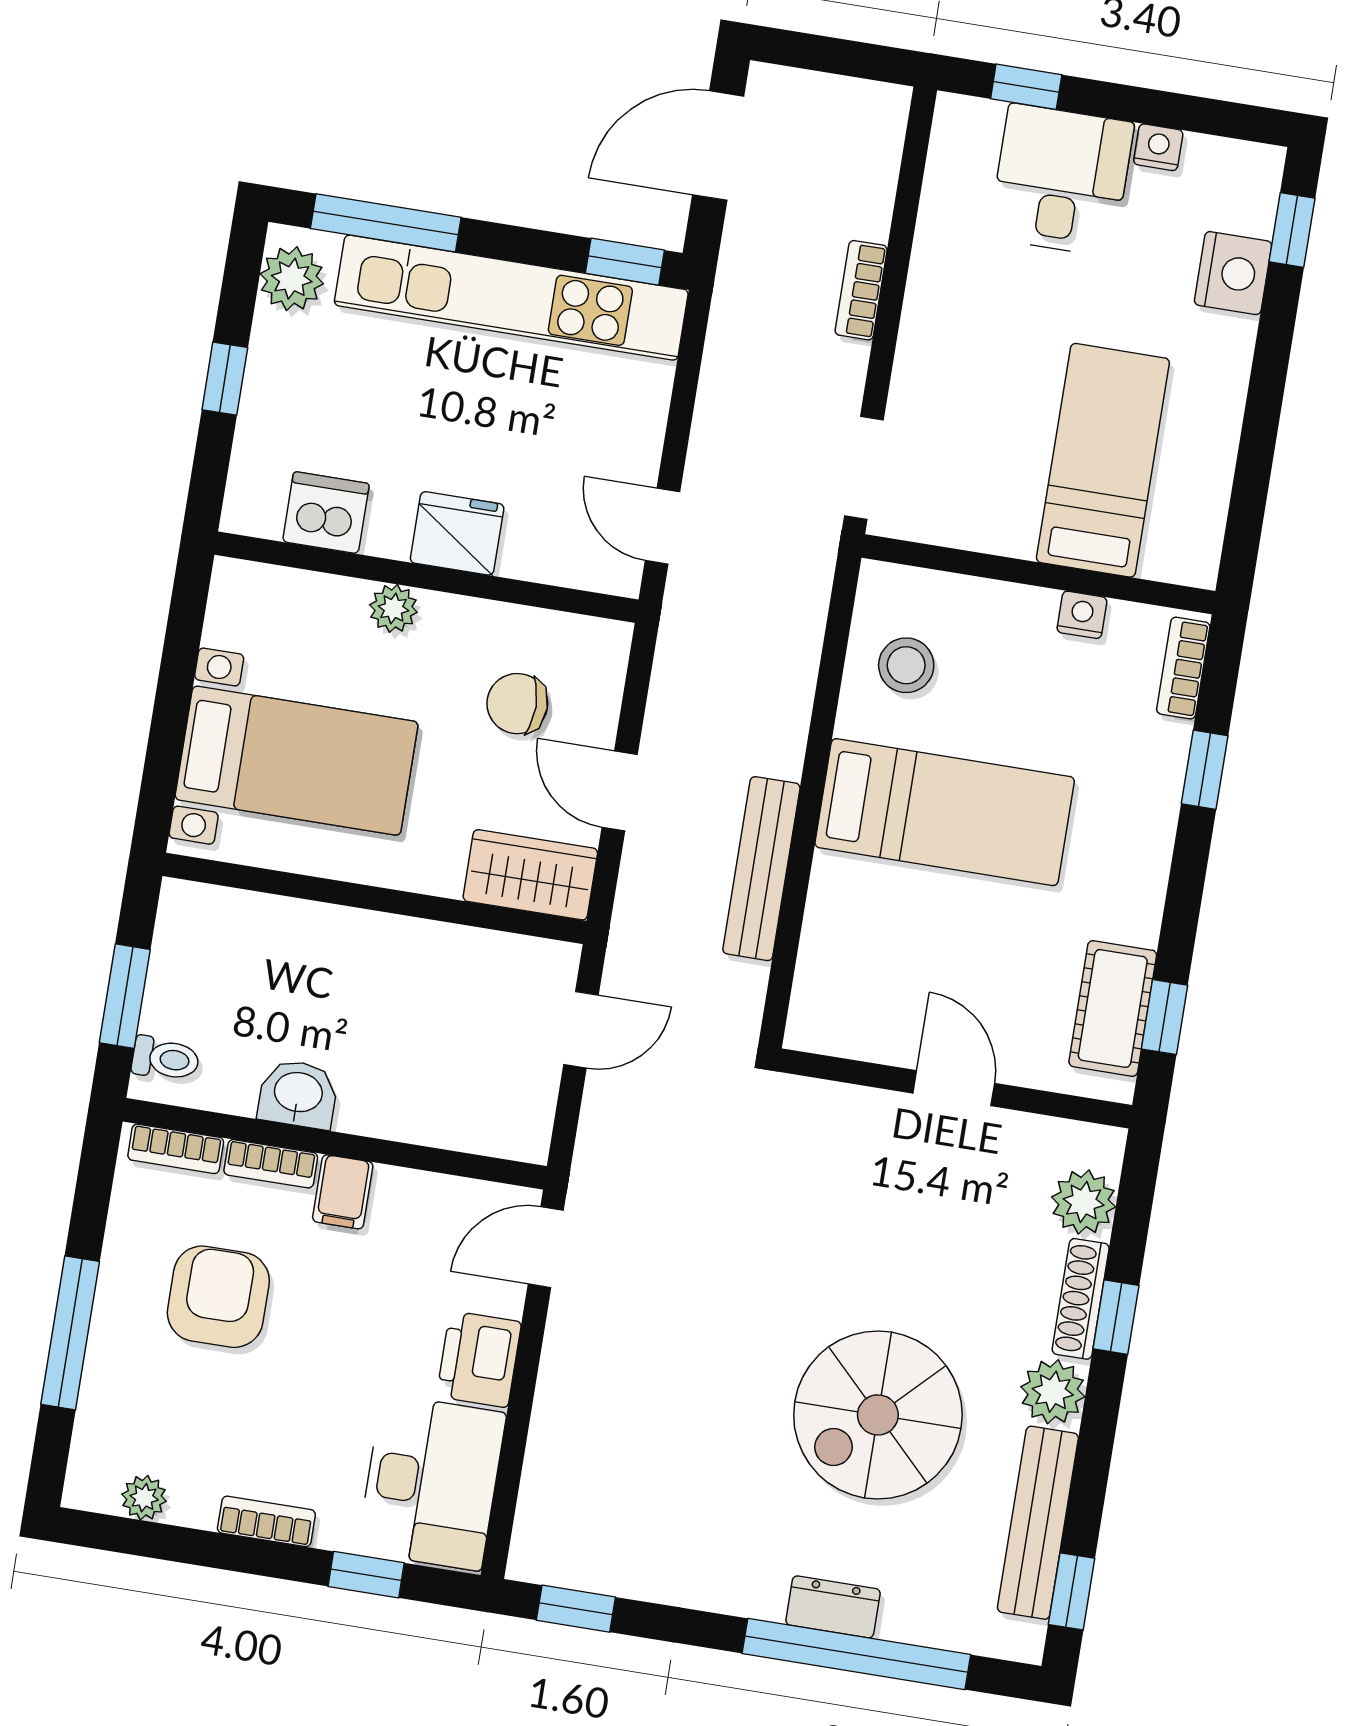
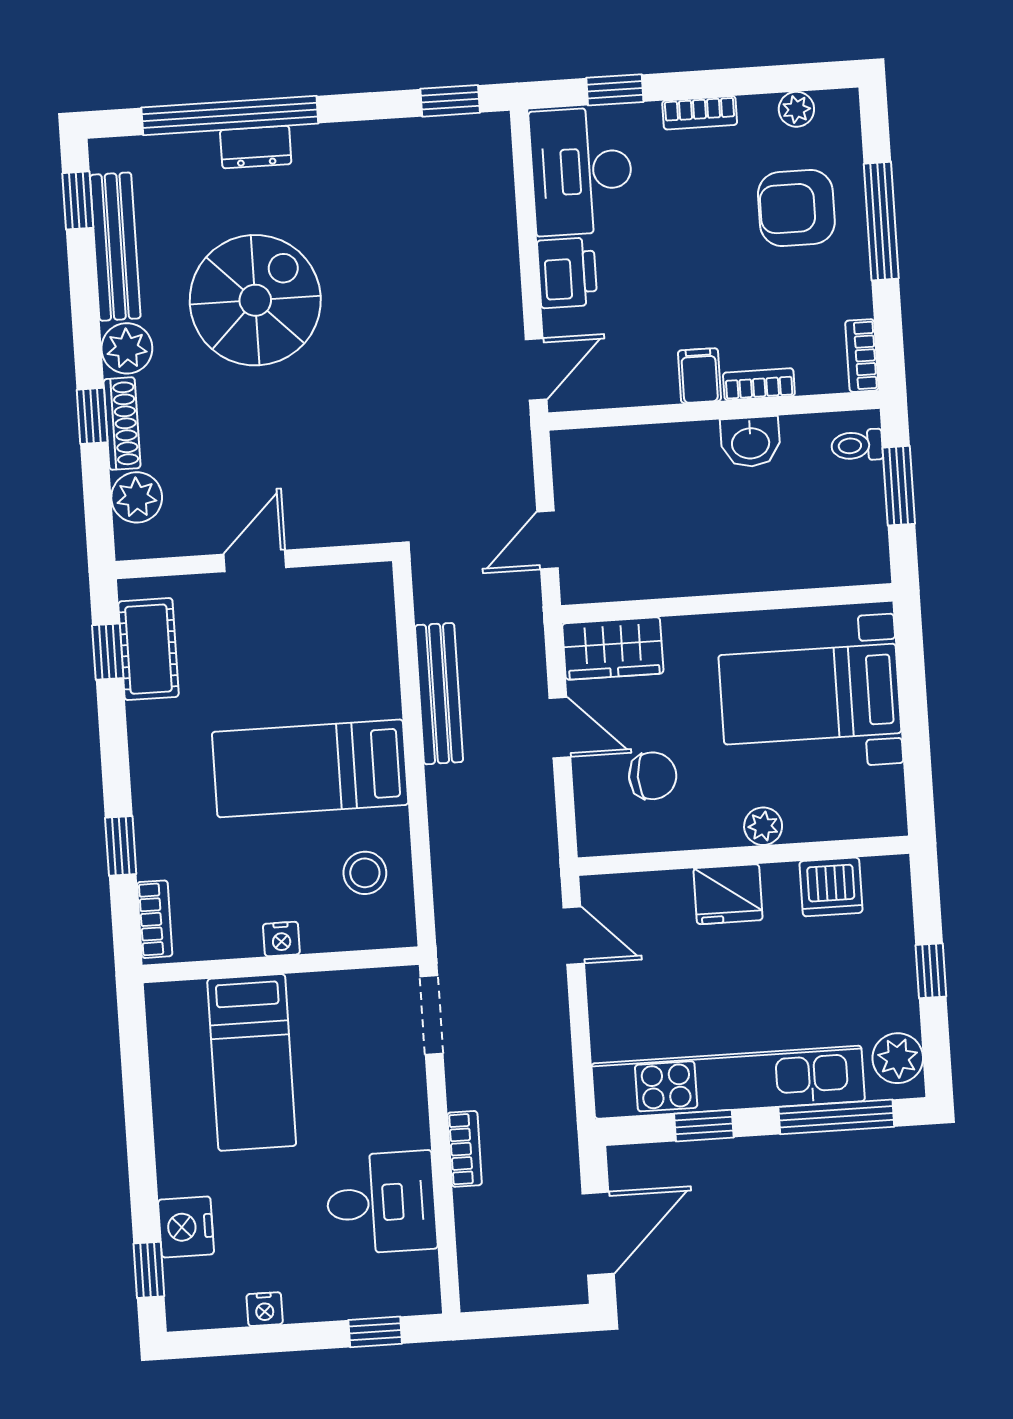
desk: (1061, 180) -> (381, 1203), moved, turned -90
window: (625, 262) -> (704, 1126), moved
nightstand: (1082, 615) -> (281, 939), moved
door: (954, 1088) -> (255, 561), swing flipped
bookcase: (176, 1149) -> (862, 356), moved, turned -90
armchair: (218, 1297) -> (796, 208), moved, turned 90

